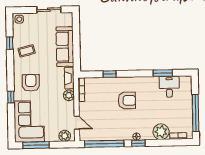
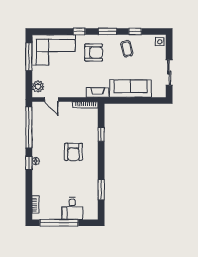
window: (10, 70) -> (108, 31), added
desk: (169, 87) -> (72, 208), moved, turned 90
plant: (69, 95) -> (80, 92), removed
door: (77, 123) -> (51, 99), hinge flipped
plant: (161, 132) -> (40, 187), removed

